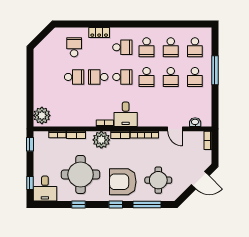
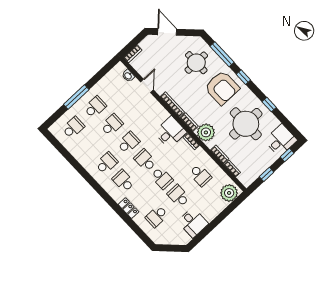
school desk: (171, 47) -> (200, 175), moved, turned 90
desk: (45, 69) -> (193, 223), added
window: (30, 144) -> (267, 174), moved

